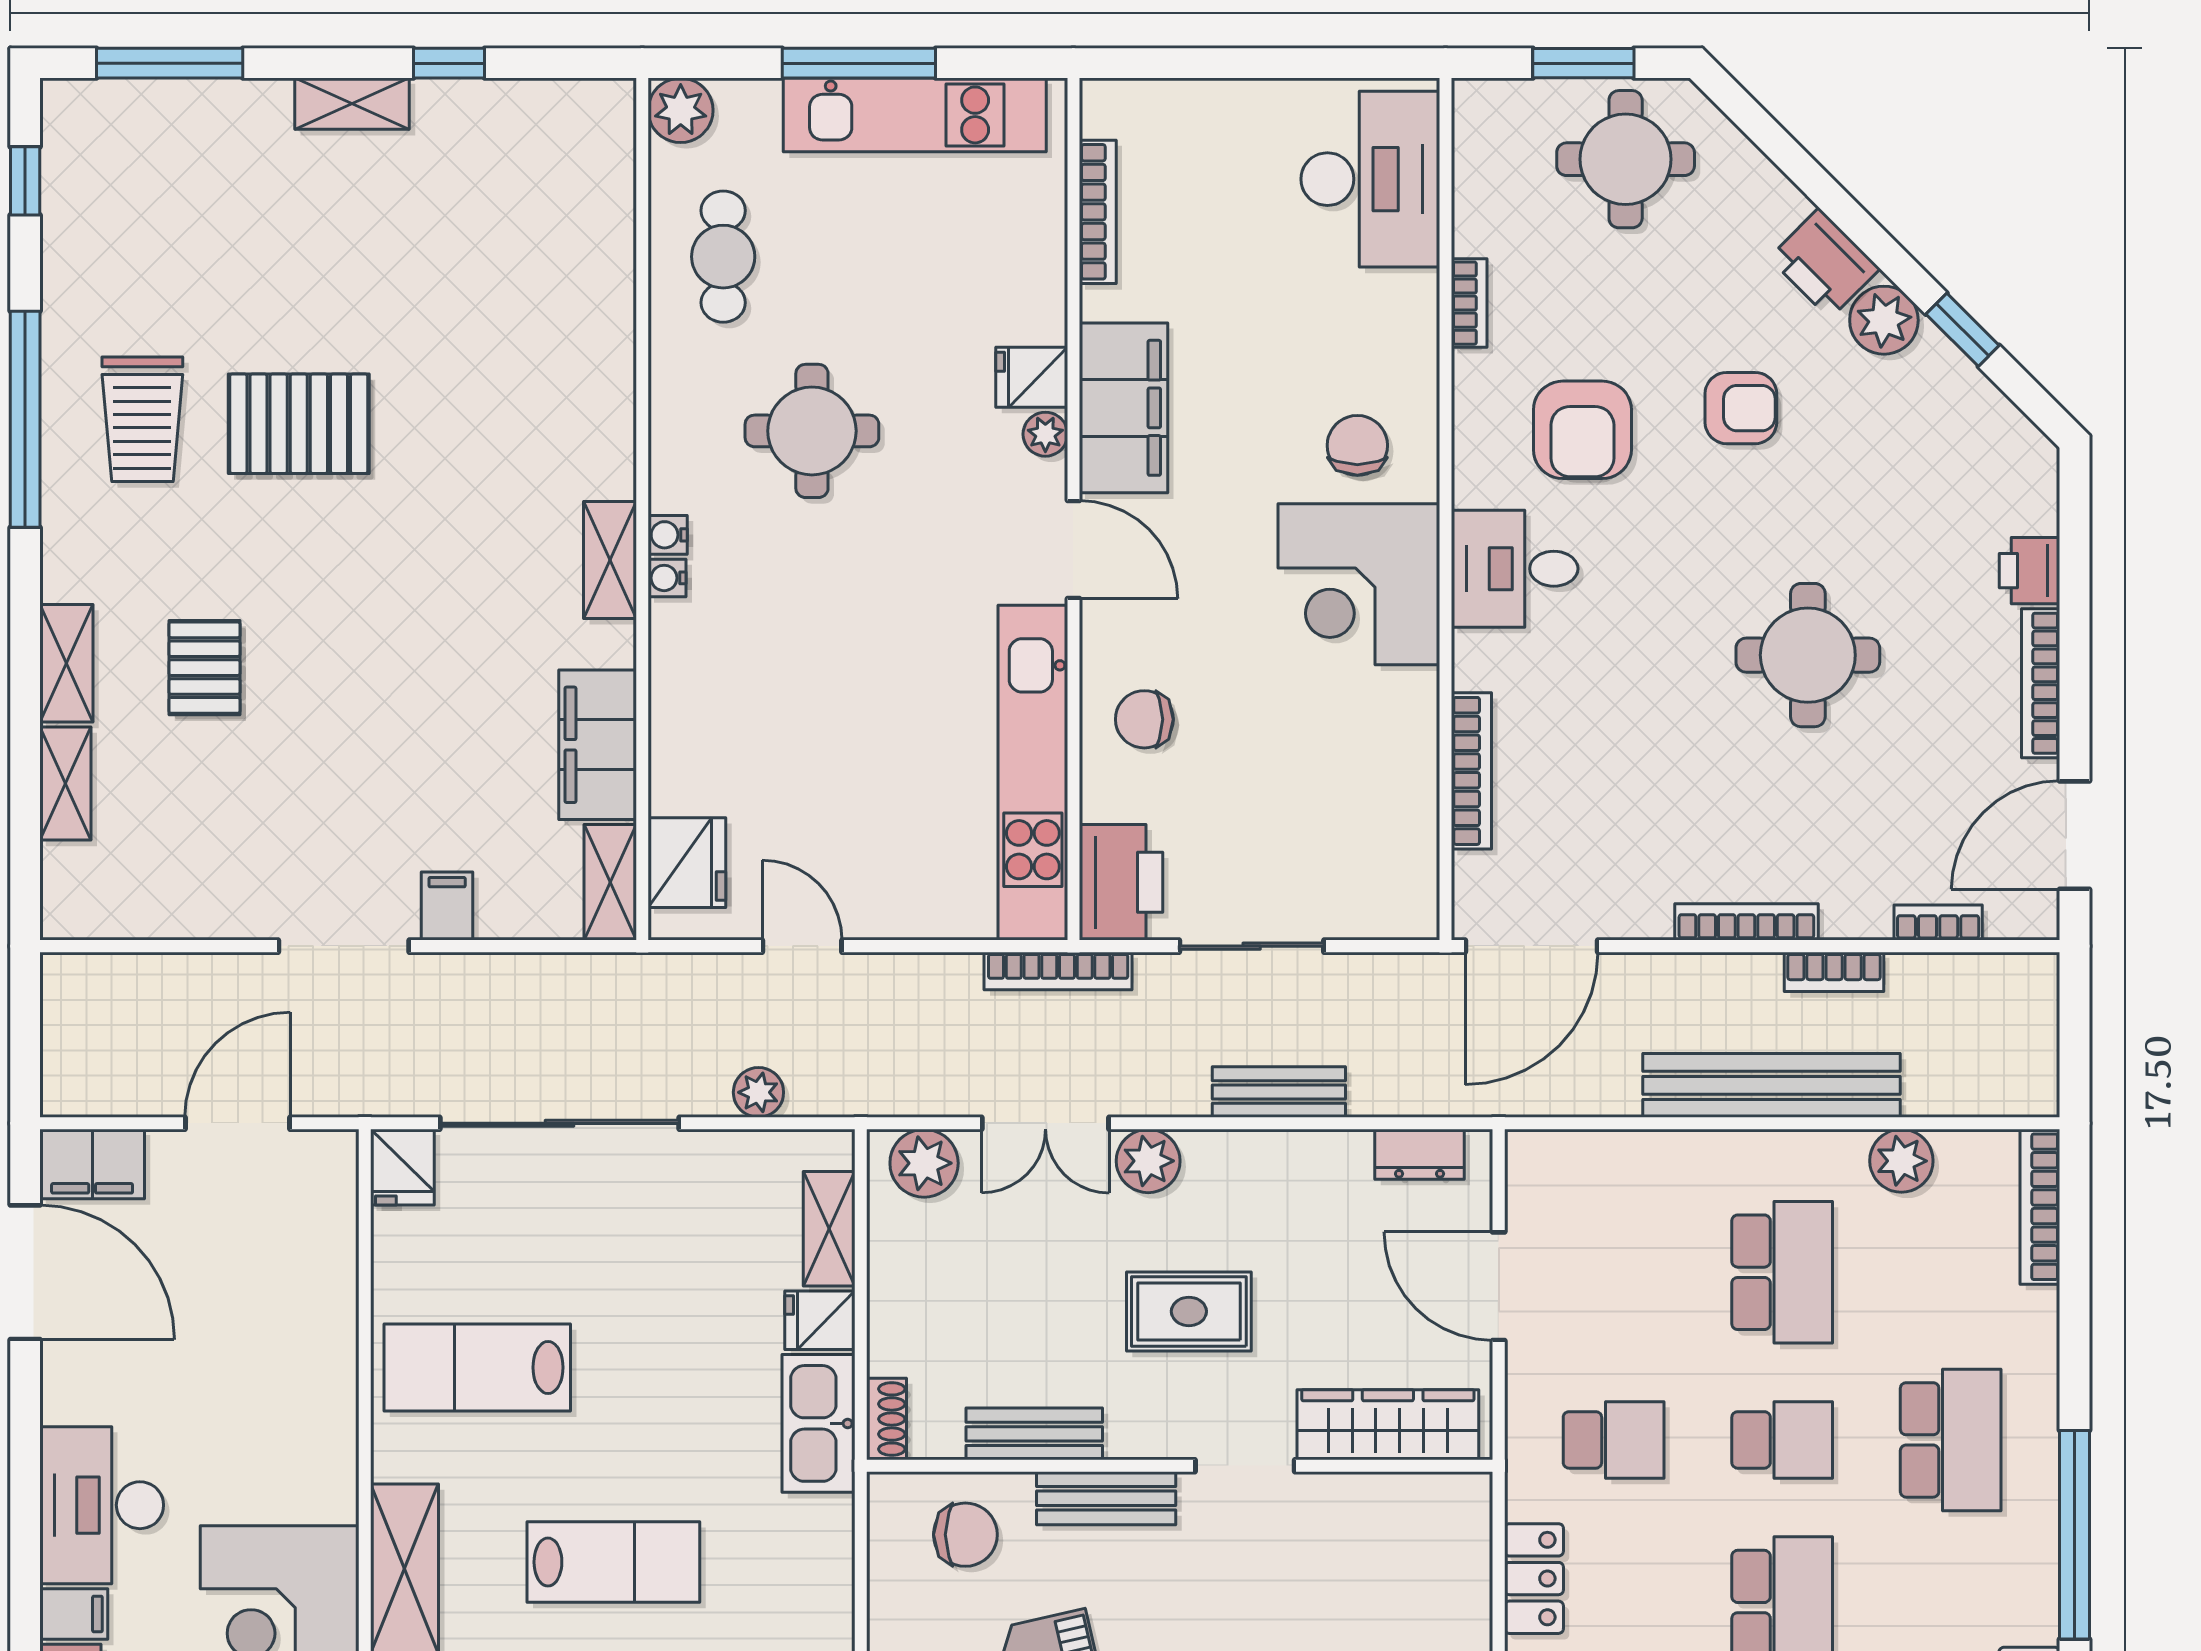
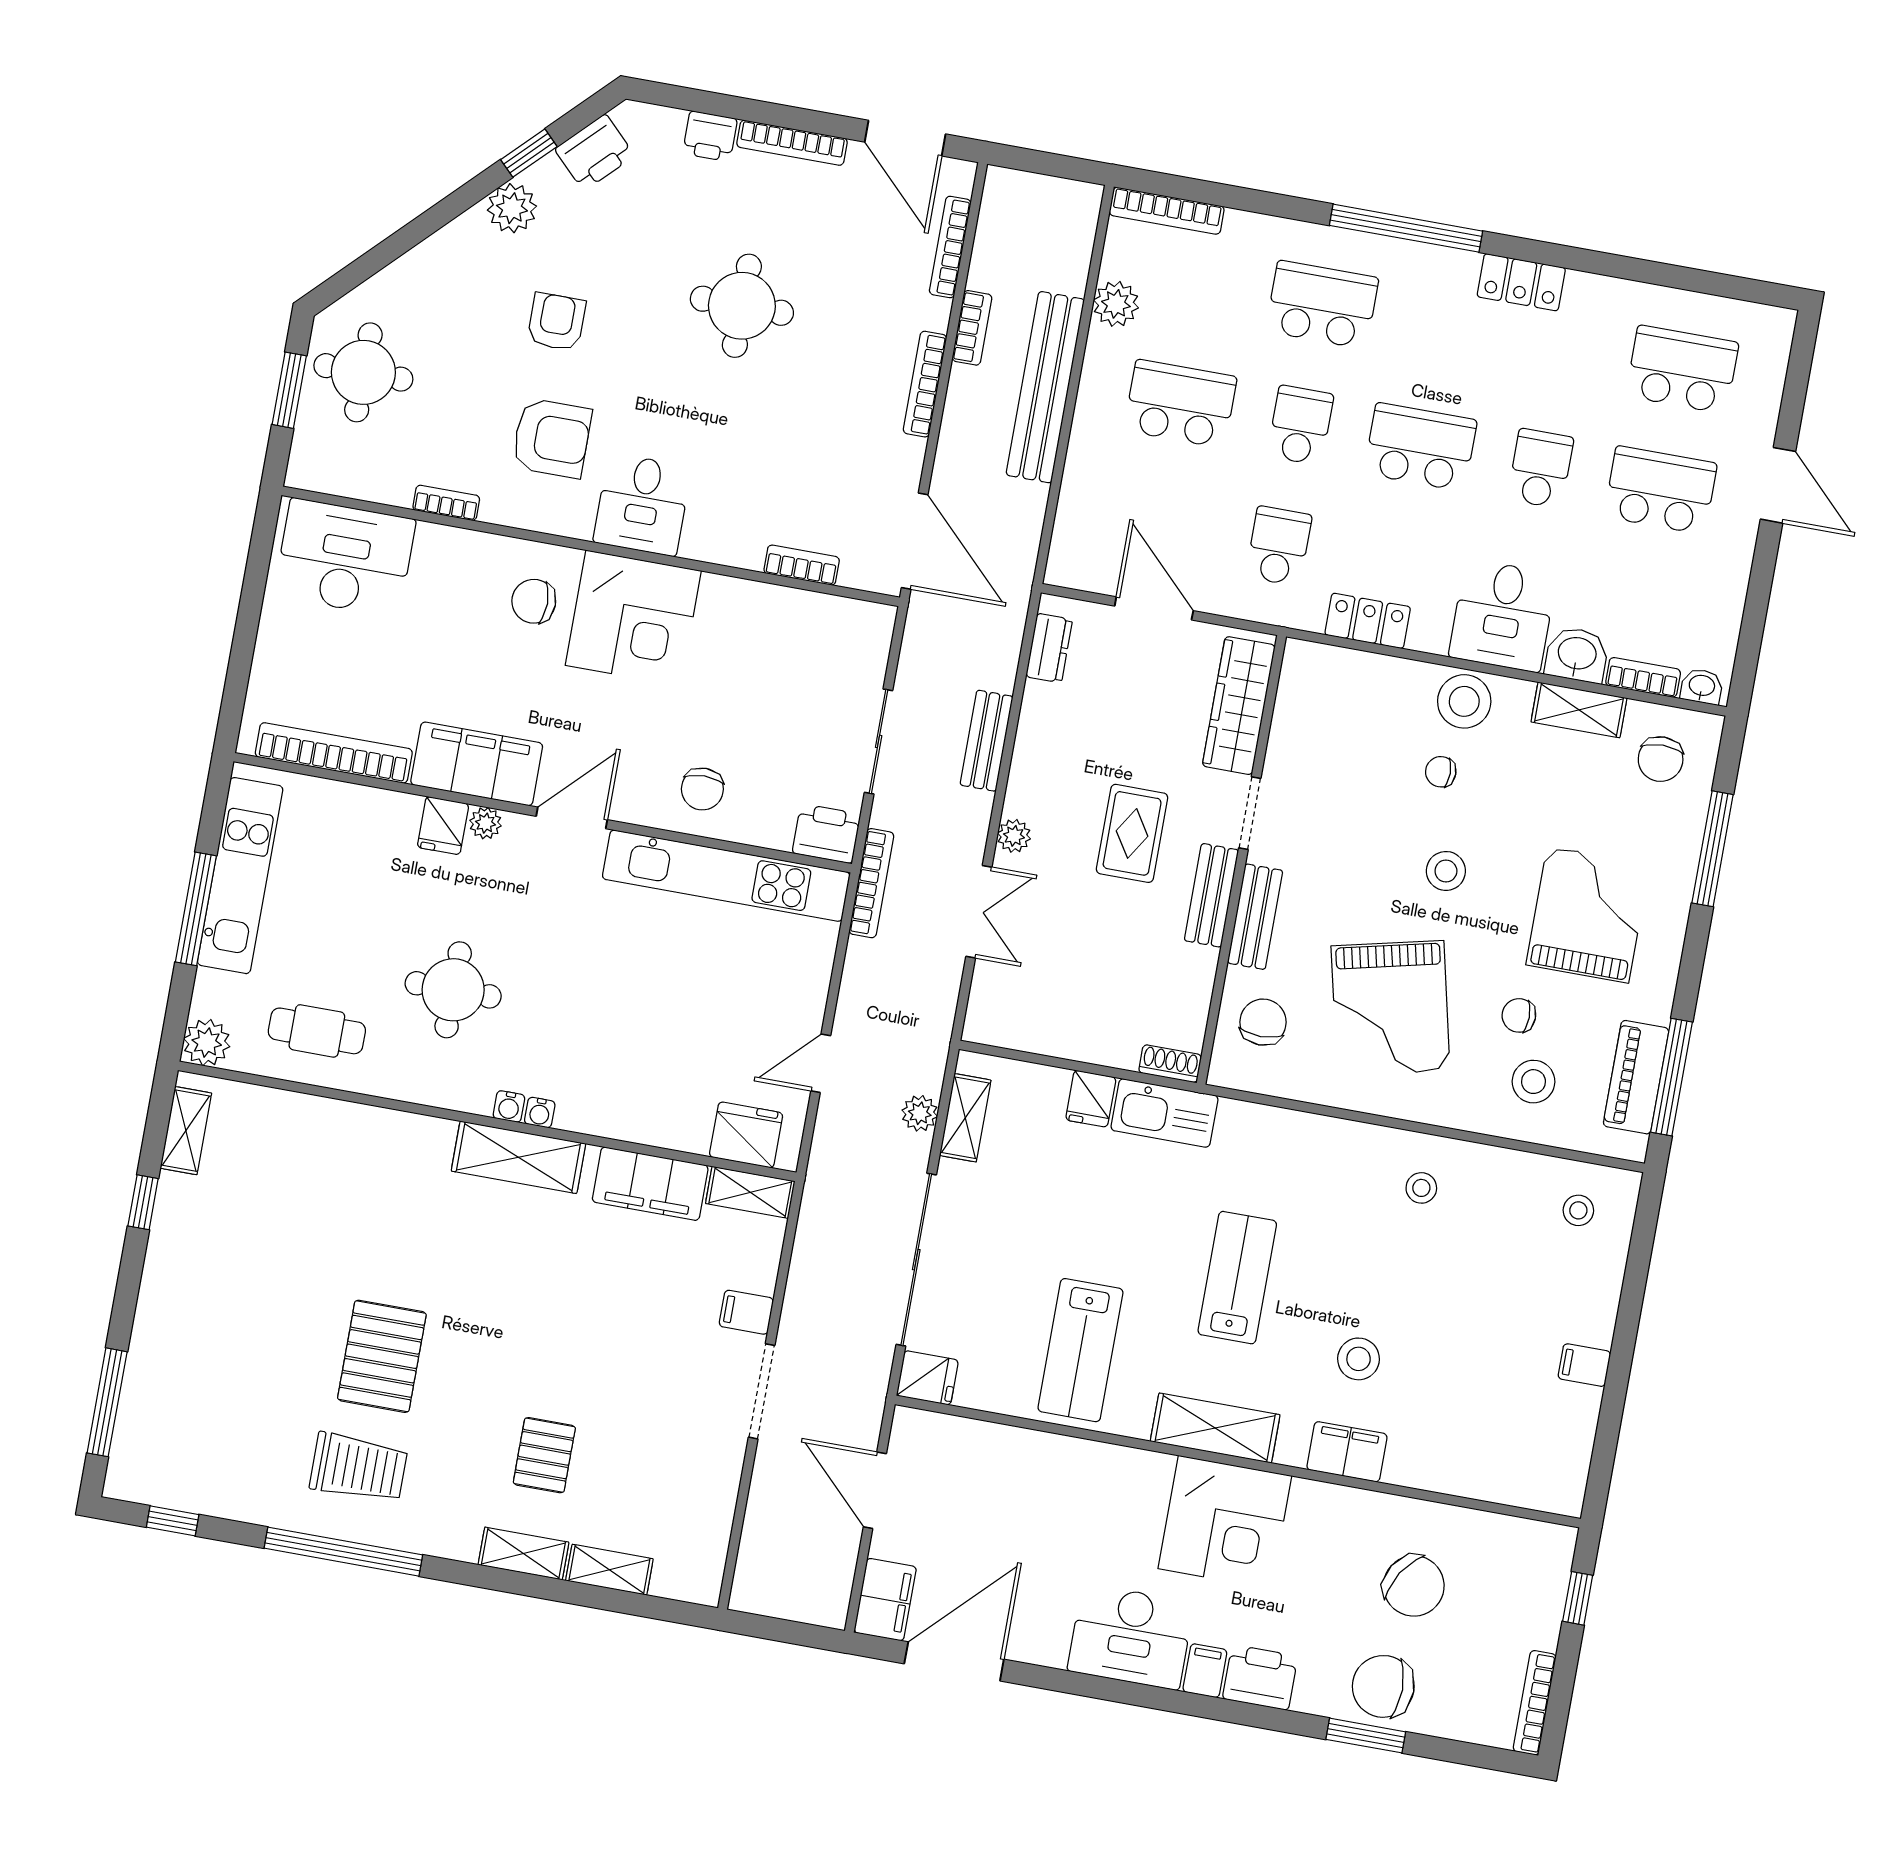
shelving: (352, 104) -> (186, 1131), moved
bookcase: (1098, 212) -> (334, 753), width x1.48, depth x1.31
printer: (1824, 263) -> (595, 152), moved
shelving: (610, 560) -> (518, 1157), width x1.50, depth x1.33
pallet: (204, 668) -> (544, 1455), turned 90
bookcase: (1471, 771) -> (802, 565), width x0.64
printer: (1121, 882) -> (826, 834), width x0.73, depth x0.84
bookcase: (1938, 923) -> (950, 247), width x1.56
plant: (1148, 1161) -> (1014, 836), width x0.73, depth x0.73
plant: (924, 1163) -> (992, 1004), removed
shelving: (829, 1229) -> (965, 1118), moved, turned 90
door: (1499, 1286) -> (1154, 608), swing flipped
bench: (1034, 1434) -> (1211, 895), moved

